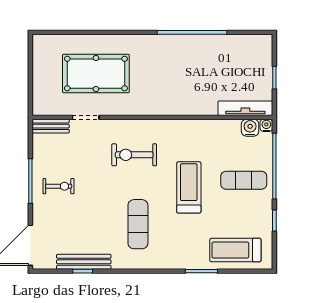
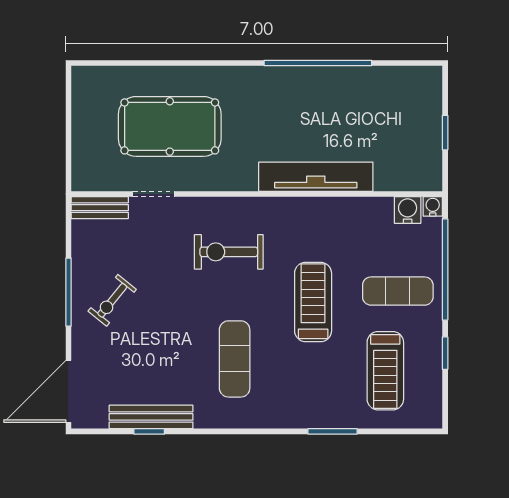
tv unit: (245, 108) -> (316, 177), moved, width x1.36, depth x1.29
exercise bike: (59, 186) -> (112, 300), turned 129
treadmill: (235, 250) -> (385, 371), moved, turned -90

